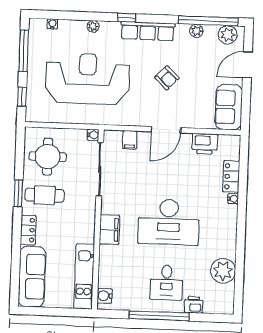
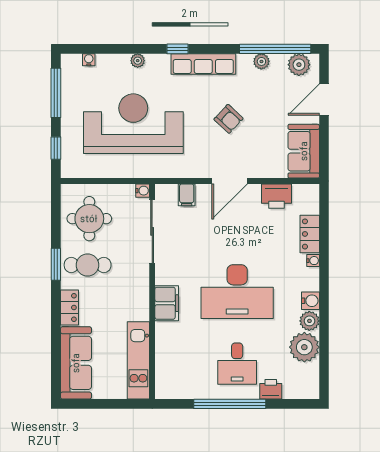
plant: (228, 249) -> (309, 321), added
water cooler: (105, 296) -> (311, 301), moved, turned 180

